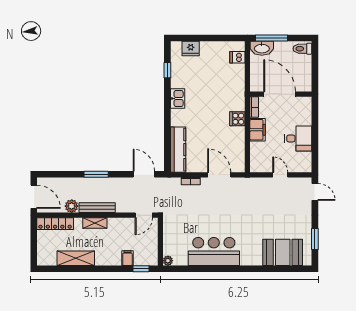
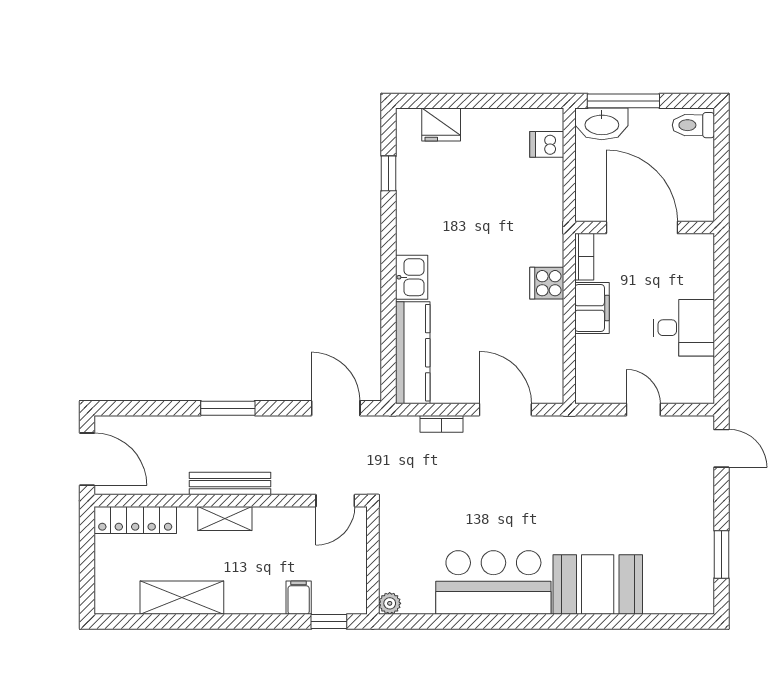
kitchen sink: (178, 98) -> (412, 277), moved
plant: (72, 206) -> (172, 480), removed
booth: (283, 252) -> (598, 585), moved

